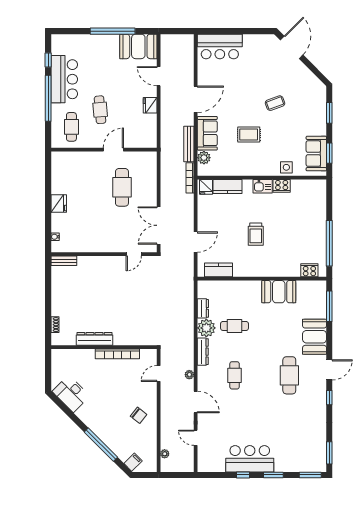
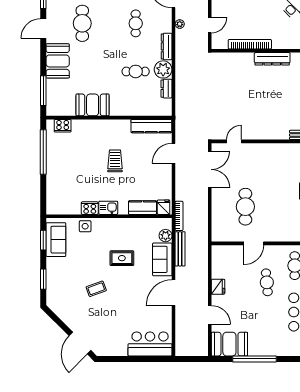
kitchen counter: (218, 270) -> (151, 126), width x1.50

